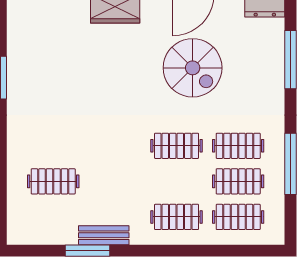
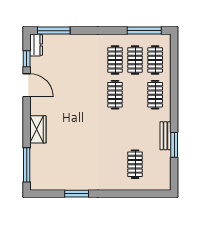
window: (290, 60) -> (54, 31), moved
spiral stairs: (193, 68) -> (71, 86), removed
window: (290, 164) -> (144, 31), moved

